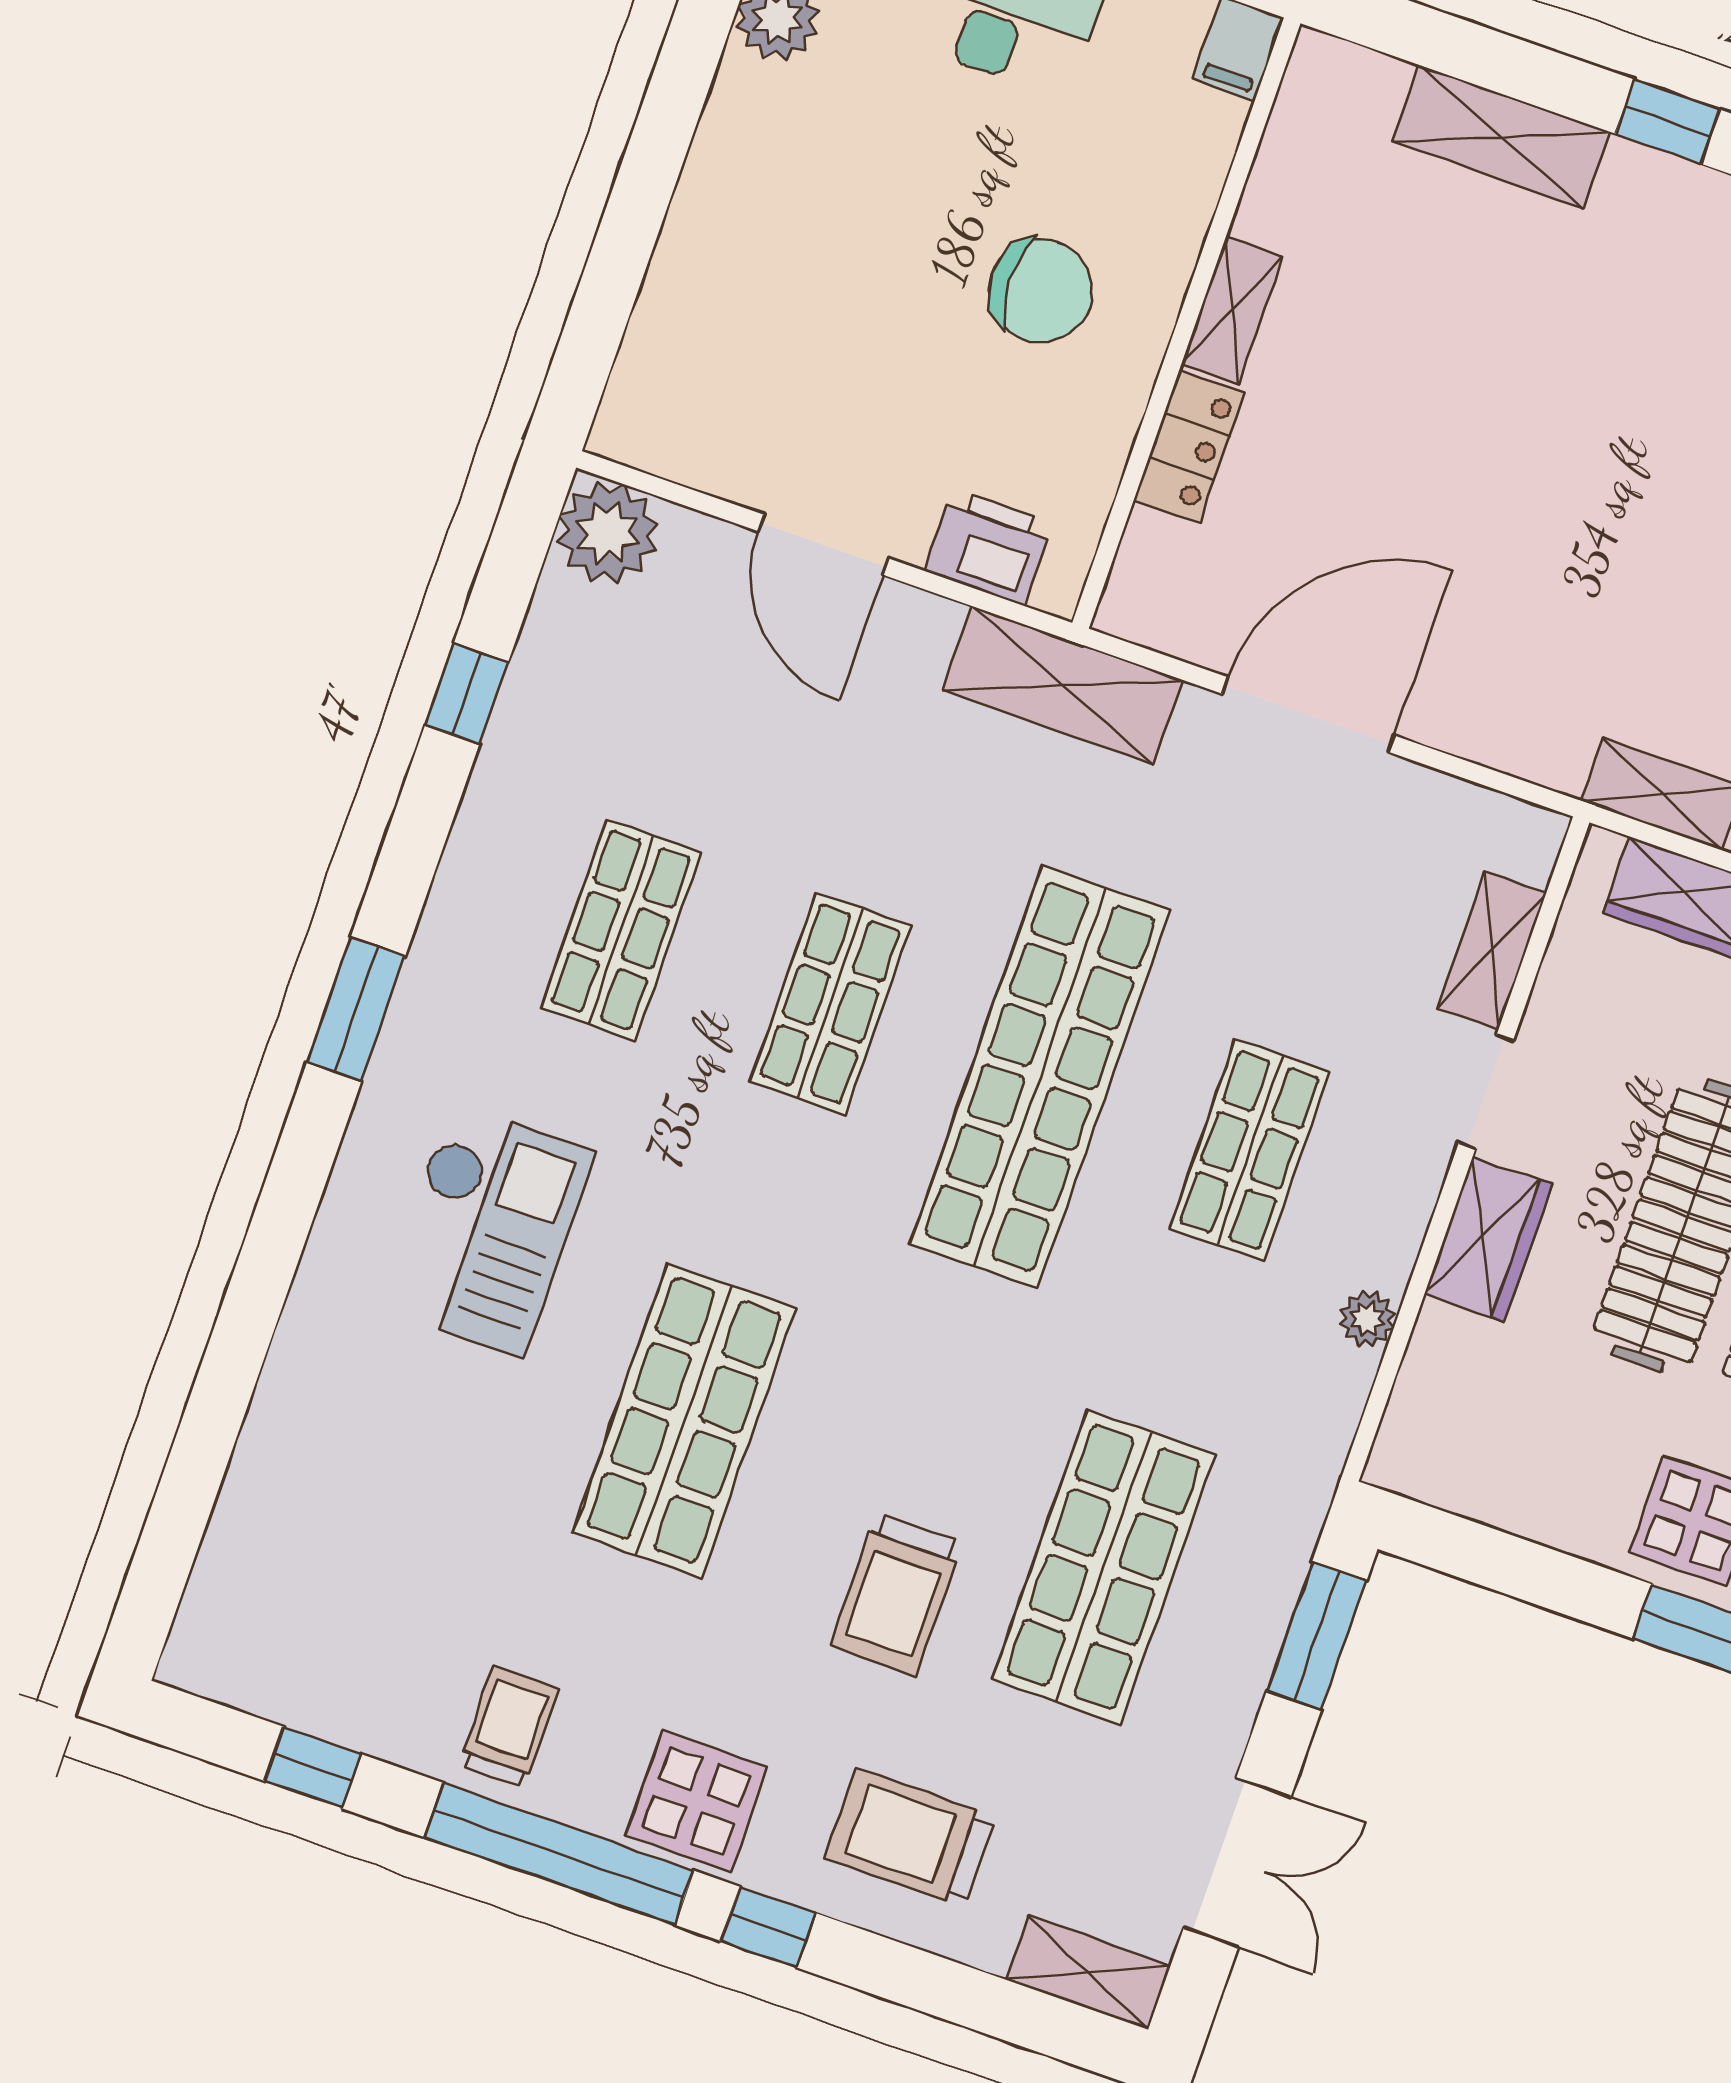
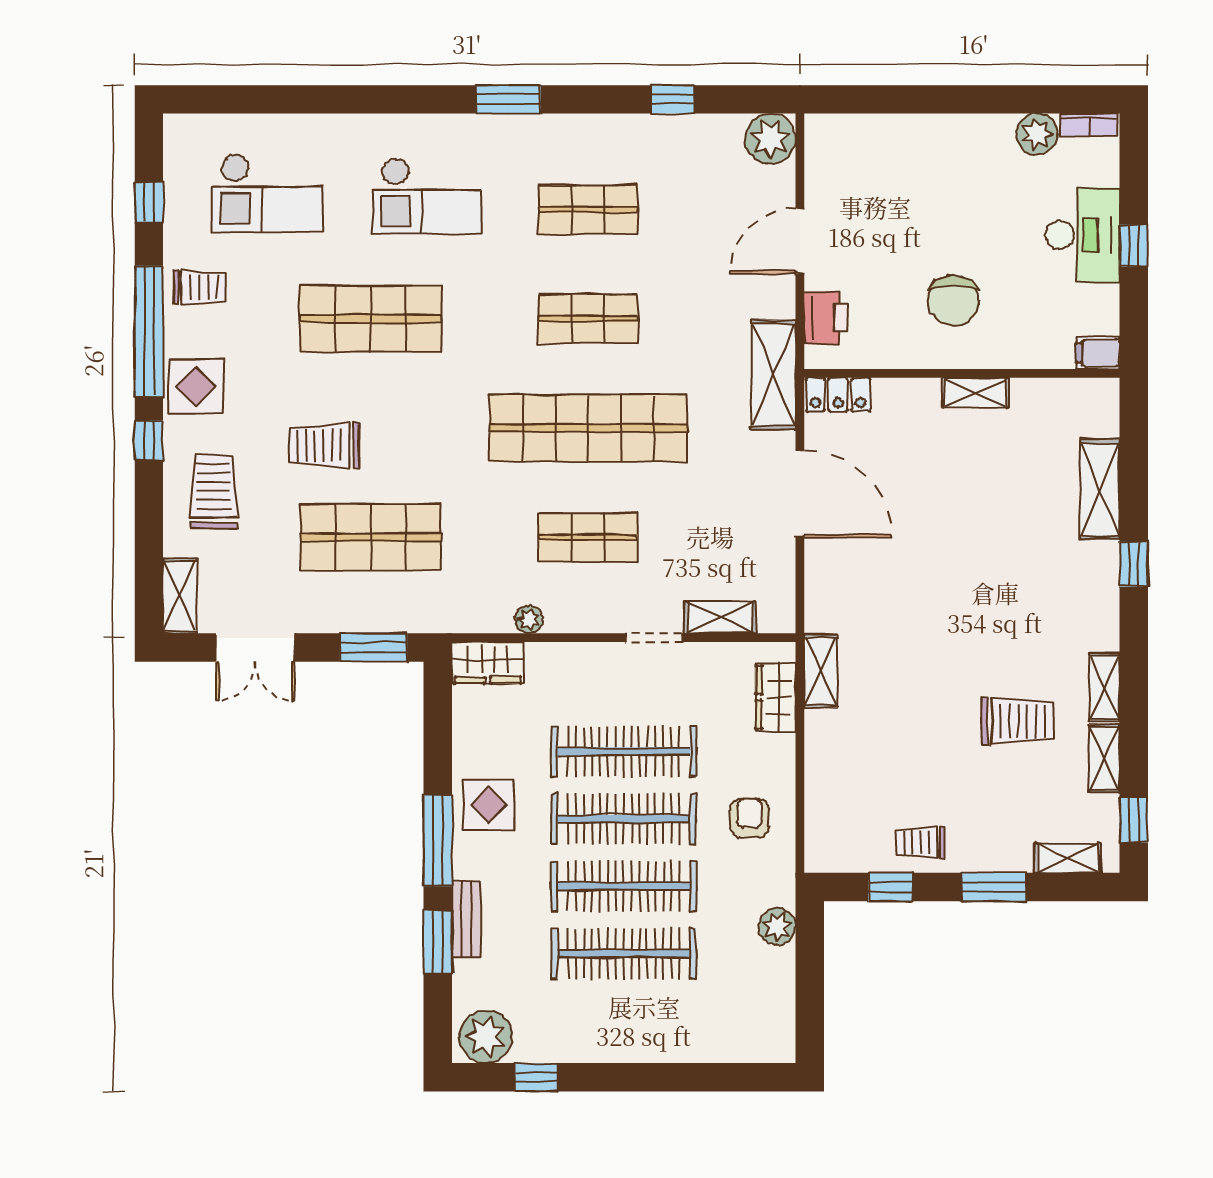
locker: (1189, 446) -> (838, 395), moved
wardrobe: (1488, 1239) -> (488, 663), moved
checkout: (374, 1534) -> (267, 193), added

